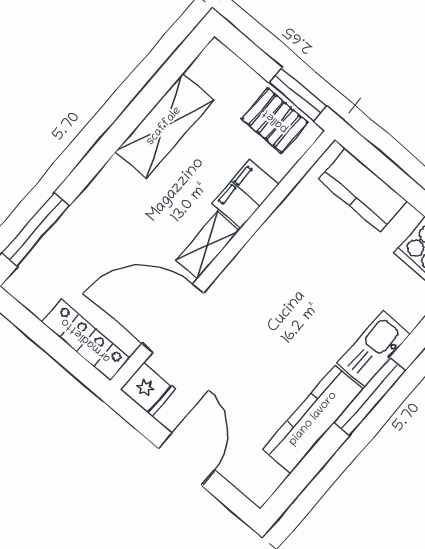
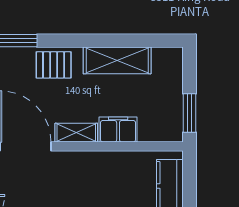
pallet: (275, 121) -> (54, 65), moved, turned 90

